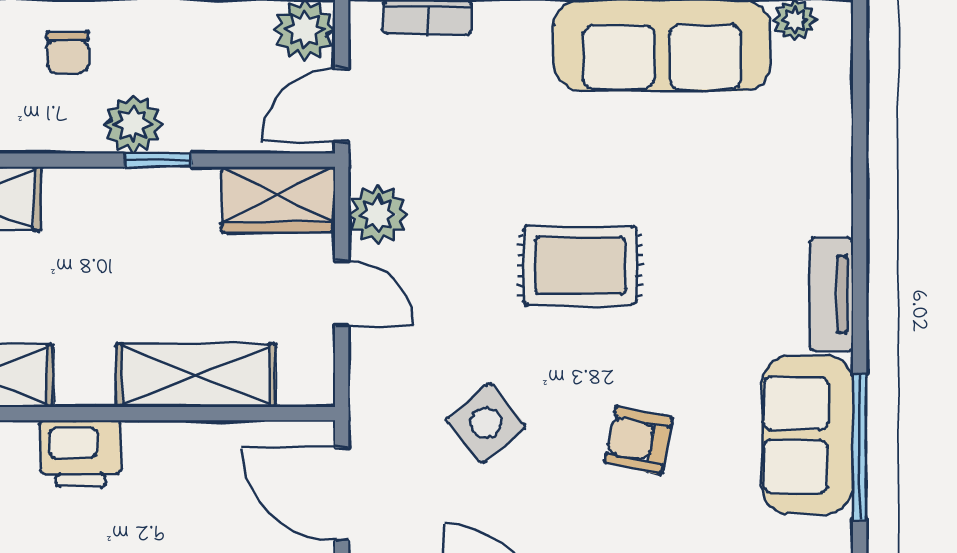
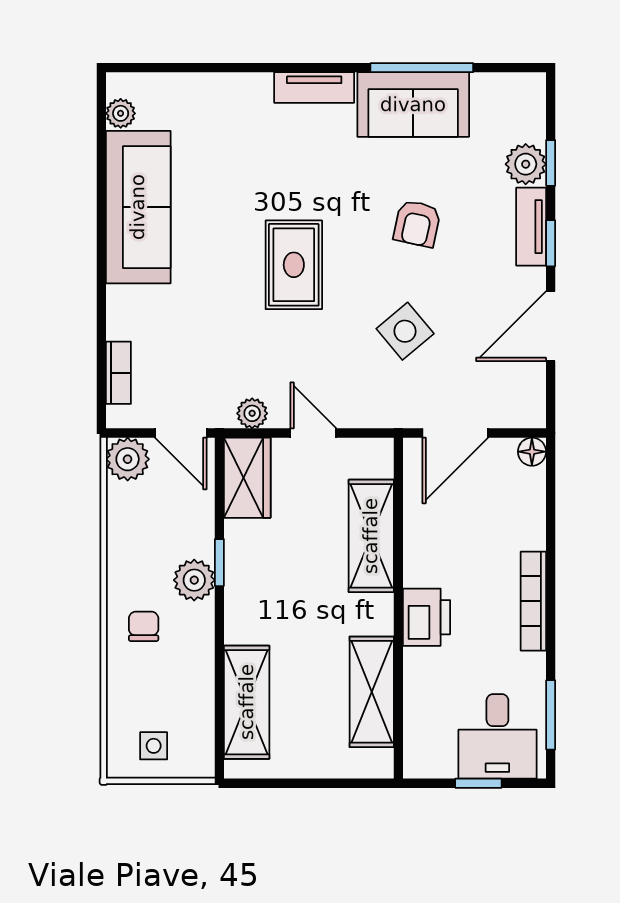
chair: (68, 53) -> (144, 626), turned -90
plant: (378, 215) -> (252, 413), width x0.73, depth x0.73
door: (342, 293) -> (313, 433), hinge flipped

